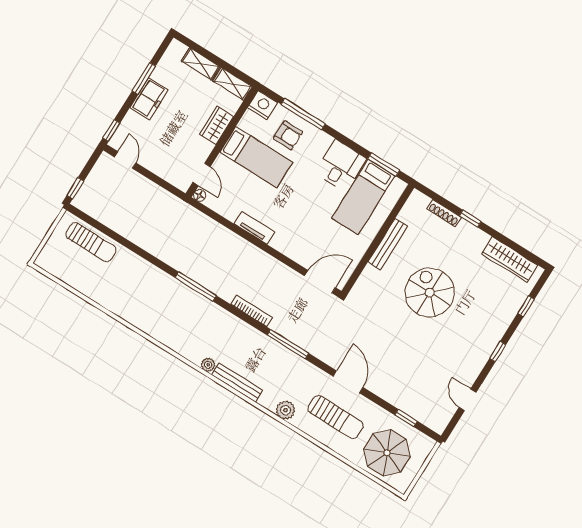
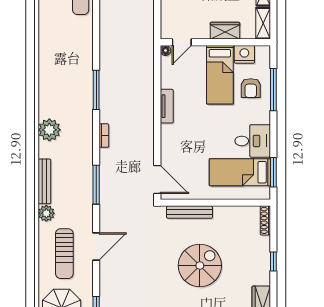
nightstand: (263, 105) -> (244, 54), moved, turned -90
shoe rack: (444, 213) -> (265, 220), moved
bench: (388, 244) -> (189, 212), moved
bookcase: (251, 311) -> (104, 136), width x0.64
plant: (208, 365) -> (49, 130), width x1.87, depth x1.87
bench: (237, 382) -> (44, 181), moved

